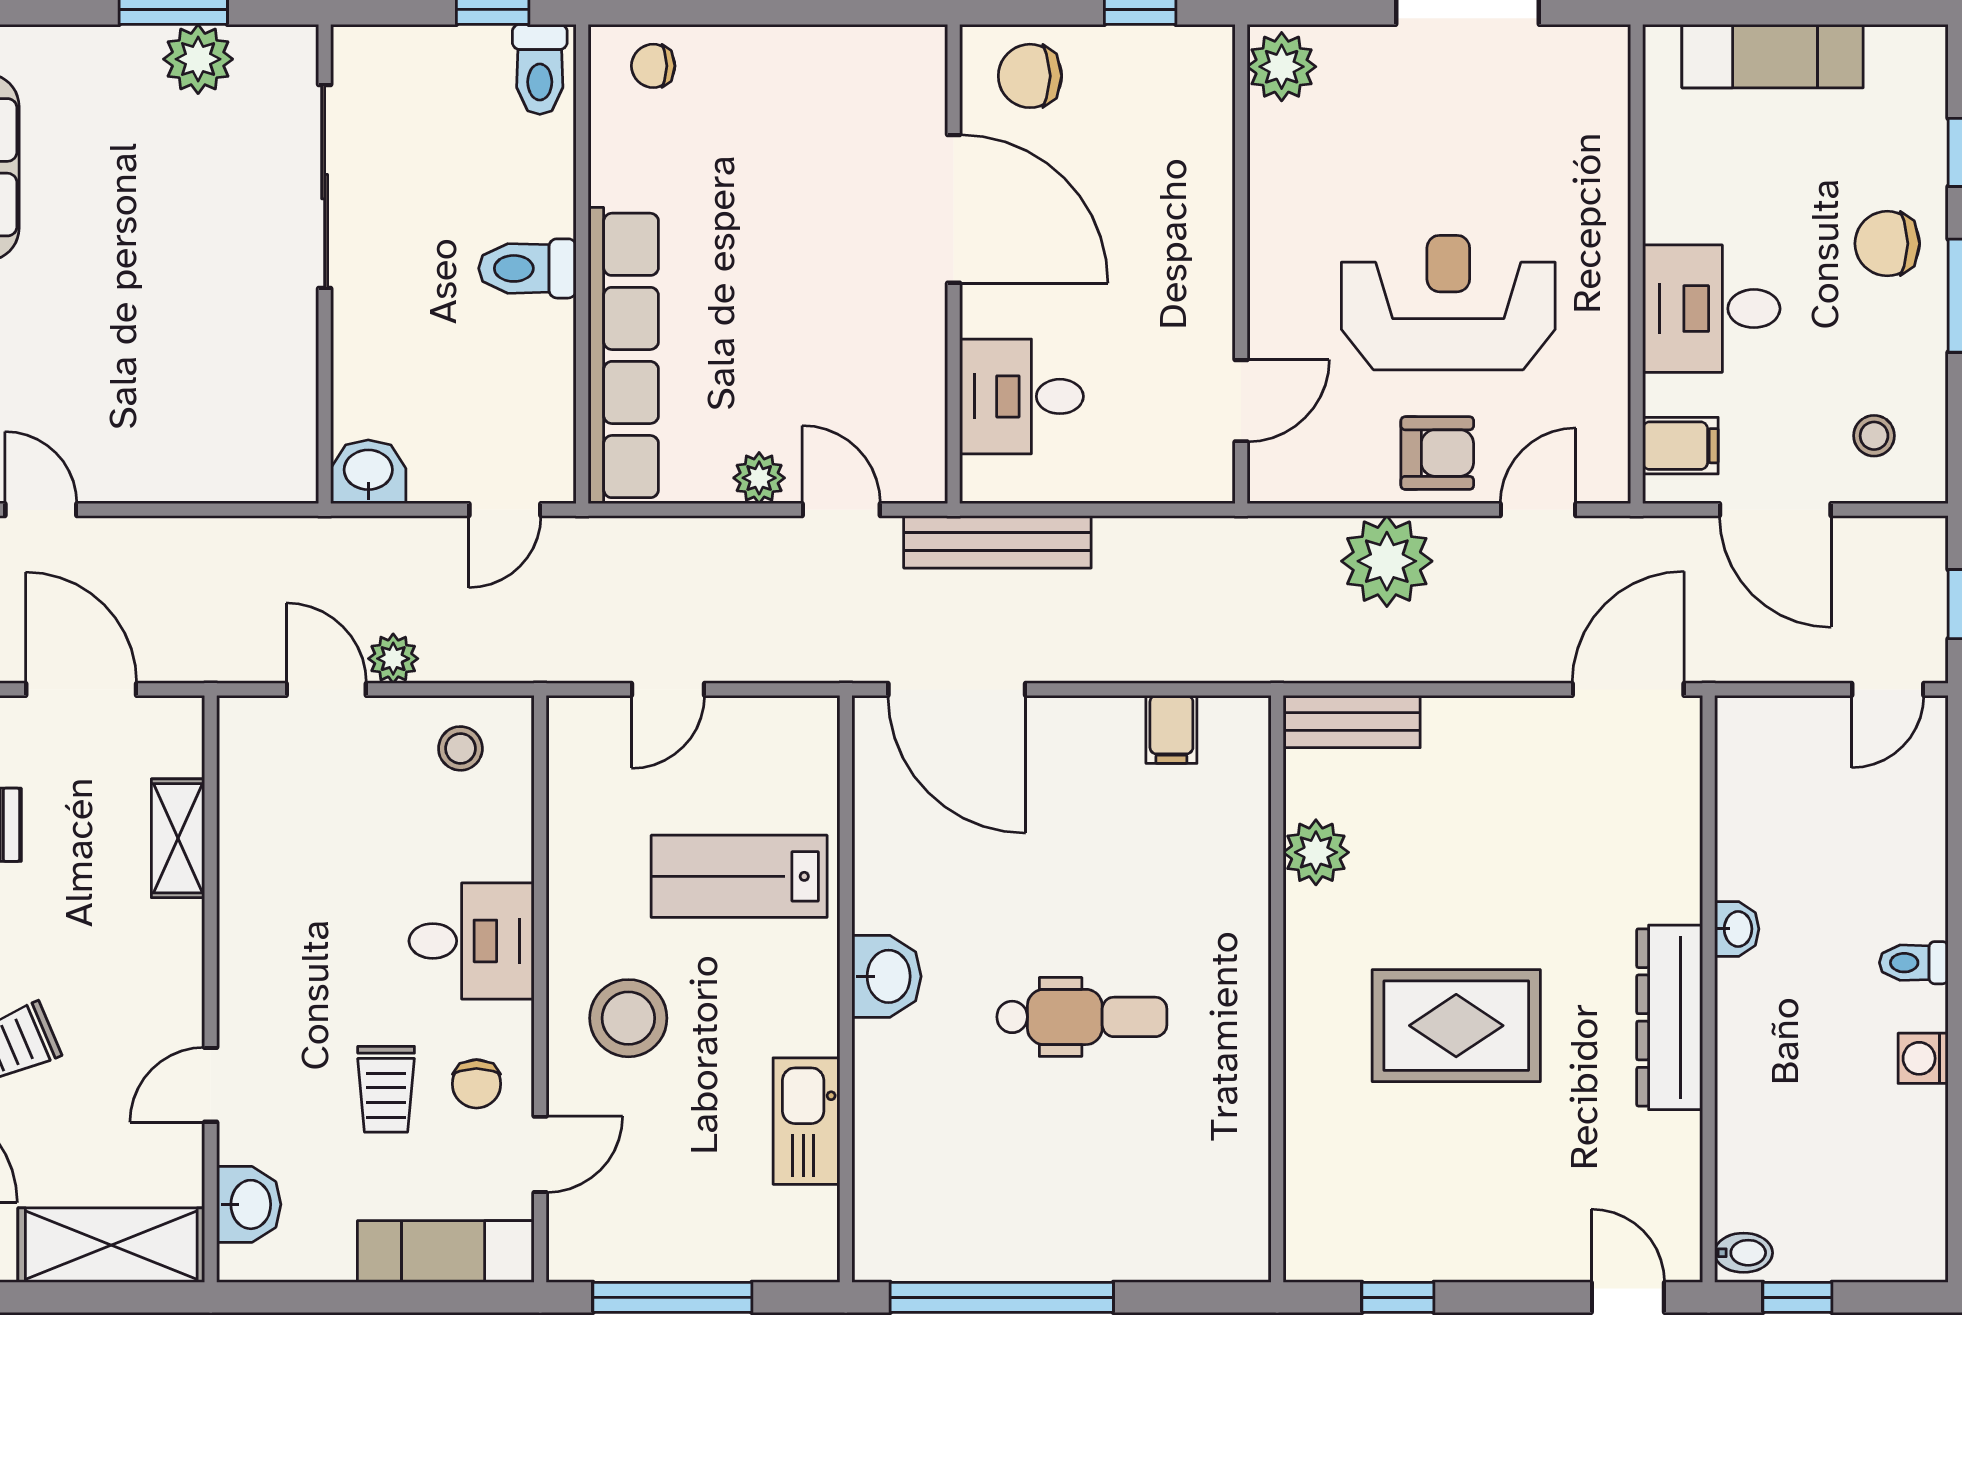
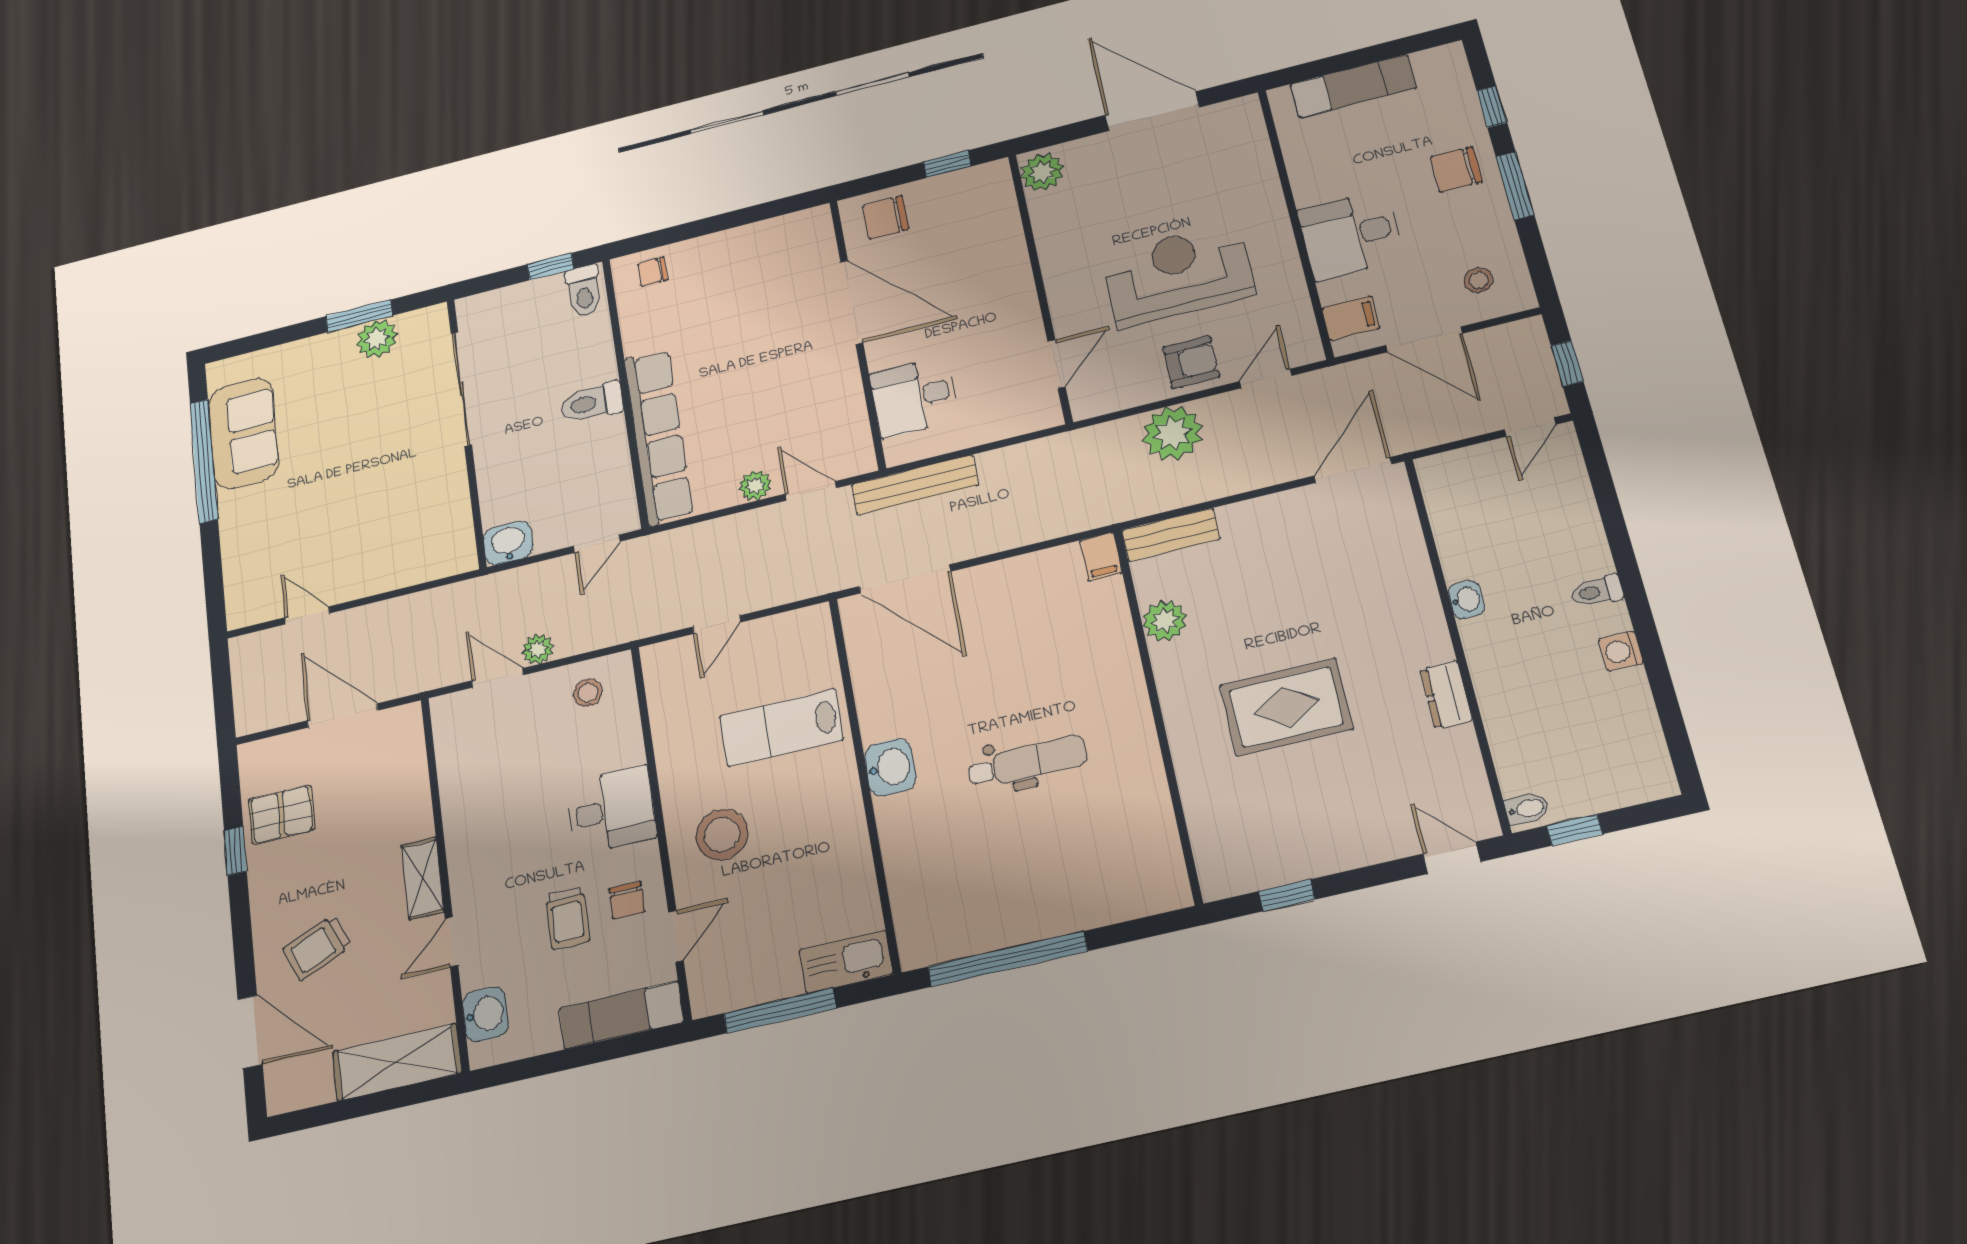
filing cabinet: (1171, 729) -> (1101, 557), moved
shelving: (178, 838) -> (423, 878), moved
dresser: (1670, 1017) -> (1446, 695), width x0.51, depth x0.80
kitchen sink: (806, 1121) -> (846, 962), moved, turned 90

